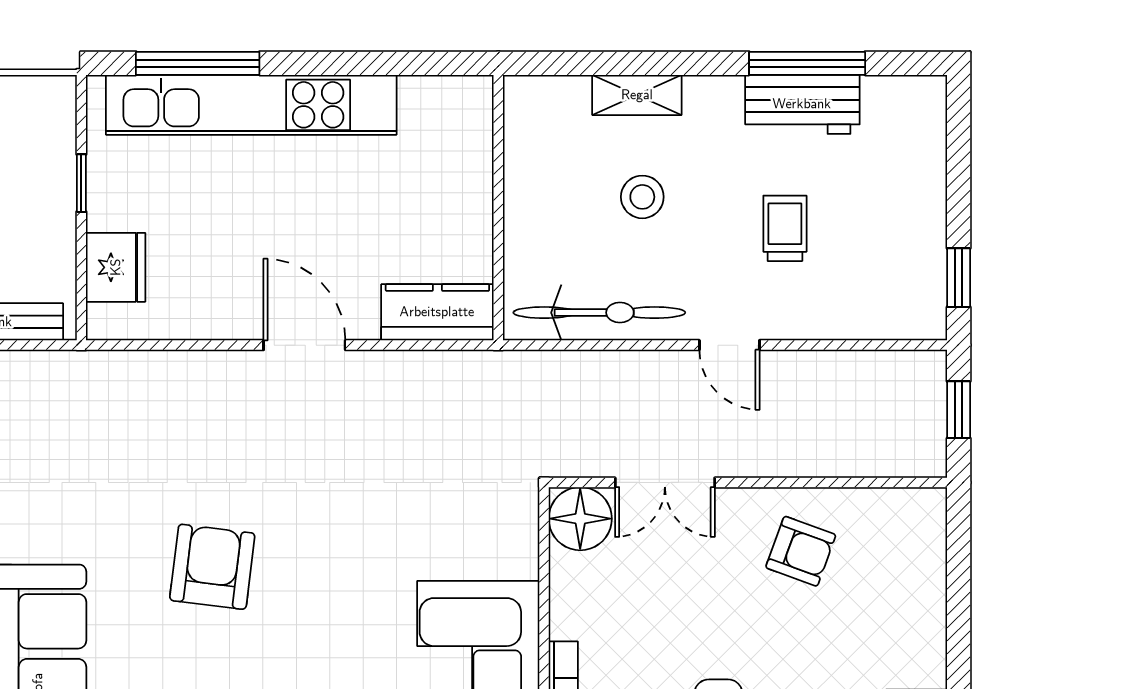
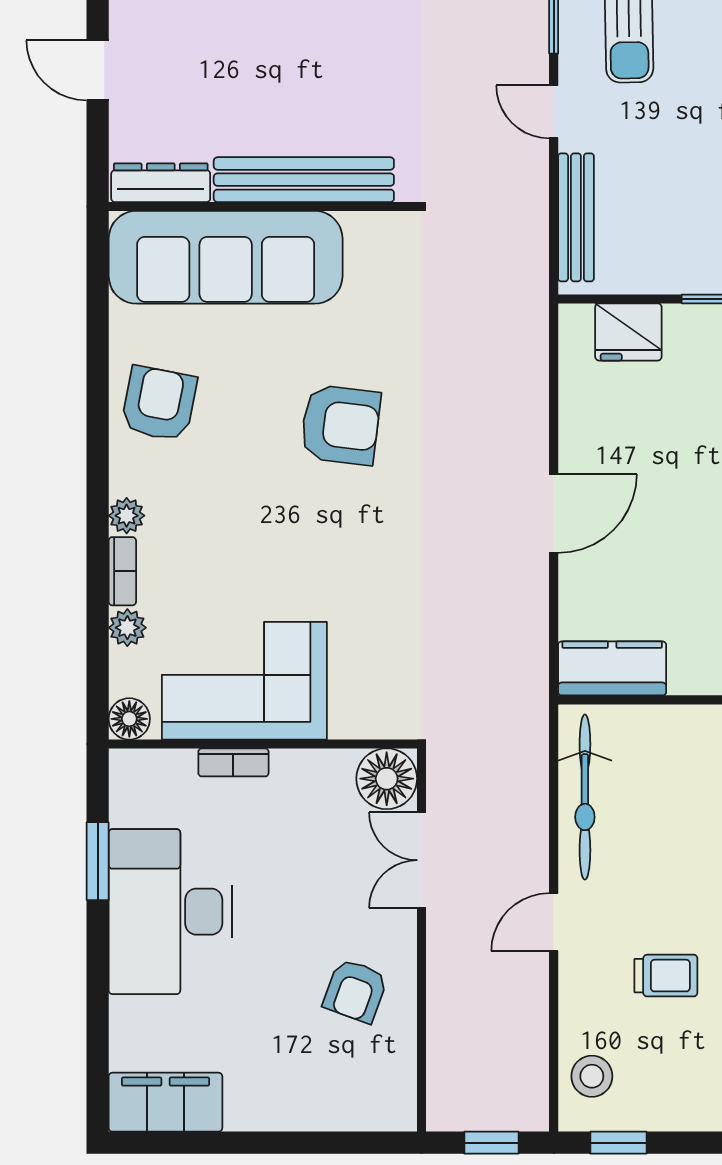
stool: (642, 197) -> (592, 1076), moved
kitchen counter: (437, 312) -> (612, 668), moved, turned -90

